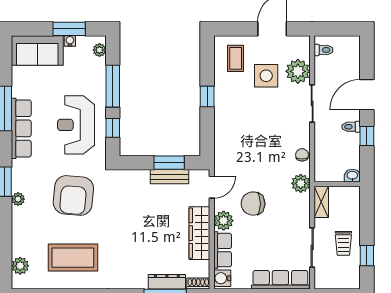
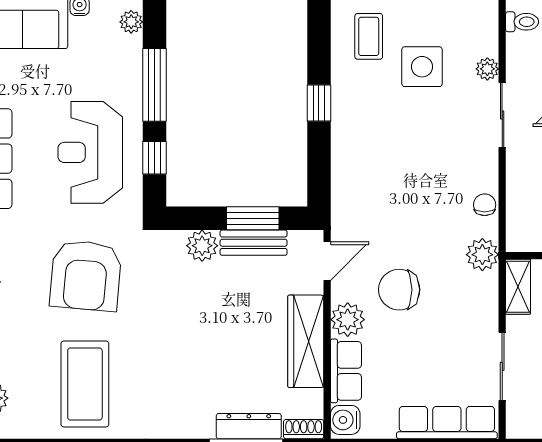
plant: (298, 71) -> (487, 69), width x0.53, depth x0.53
plant: (140, 178) -> (202, 246), added
coffee table: (73, 258) -> (85, 384), turned 90

